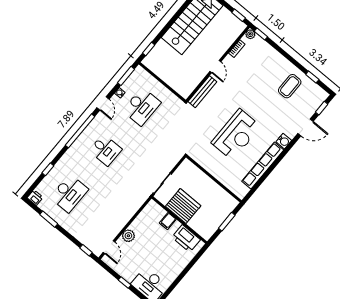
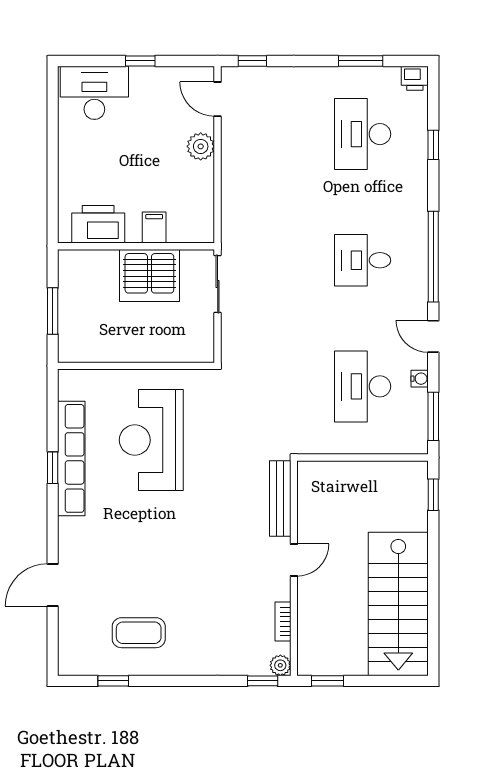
door: (215, 67) -> (294, 560), swing flipped
coffee table: (290, 86) -> (139, 633), turned 90
window: (322, 108) -> (53, 468), moved
reception desk: (236, 135) -> (151, 440), moved
water cooler: (284, 141) -> (70, 530), removed

